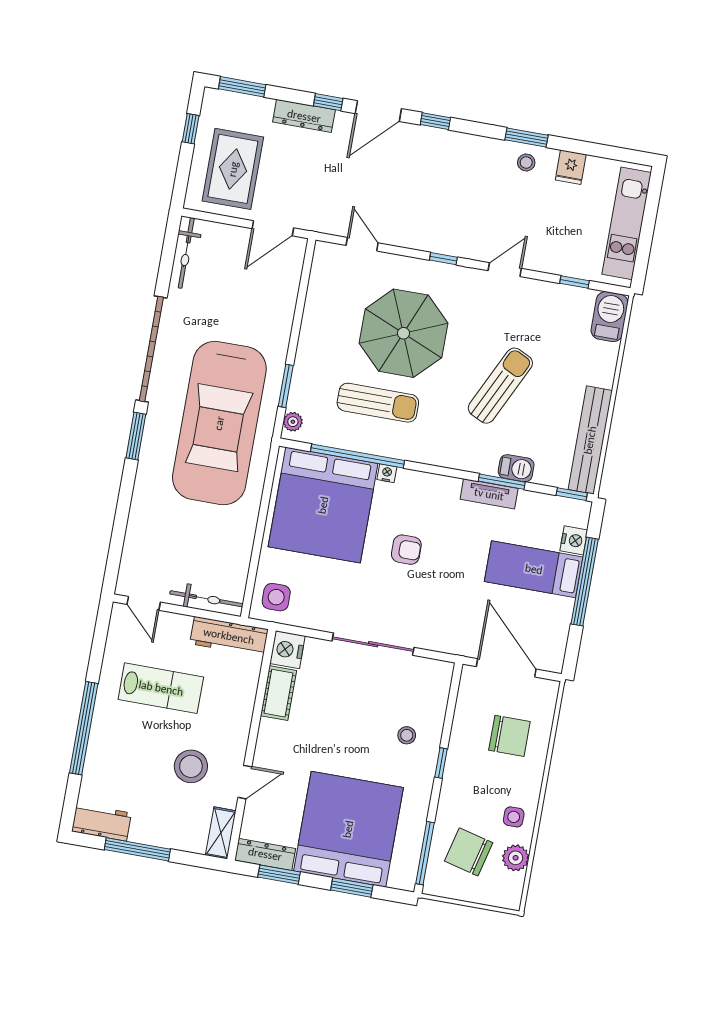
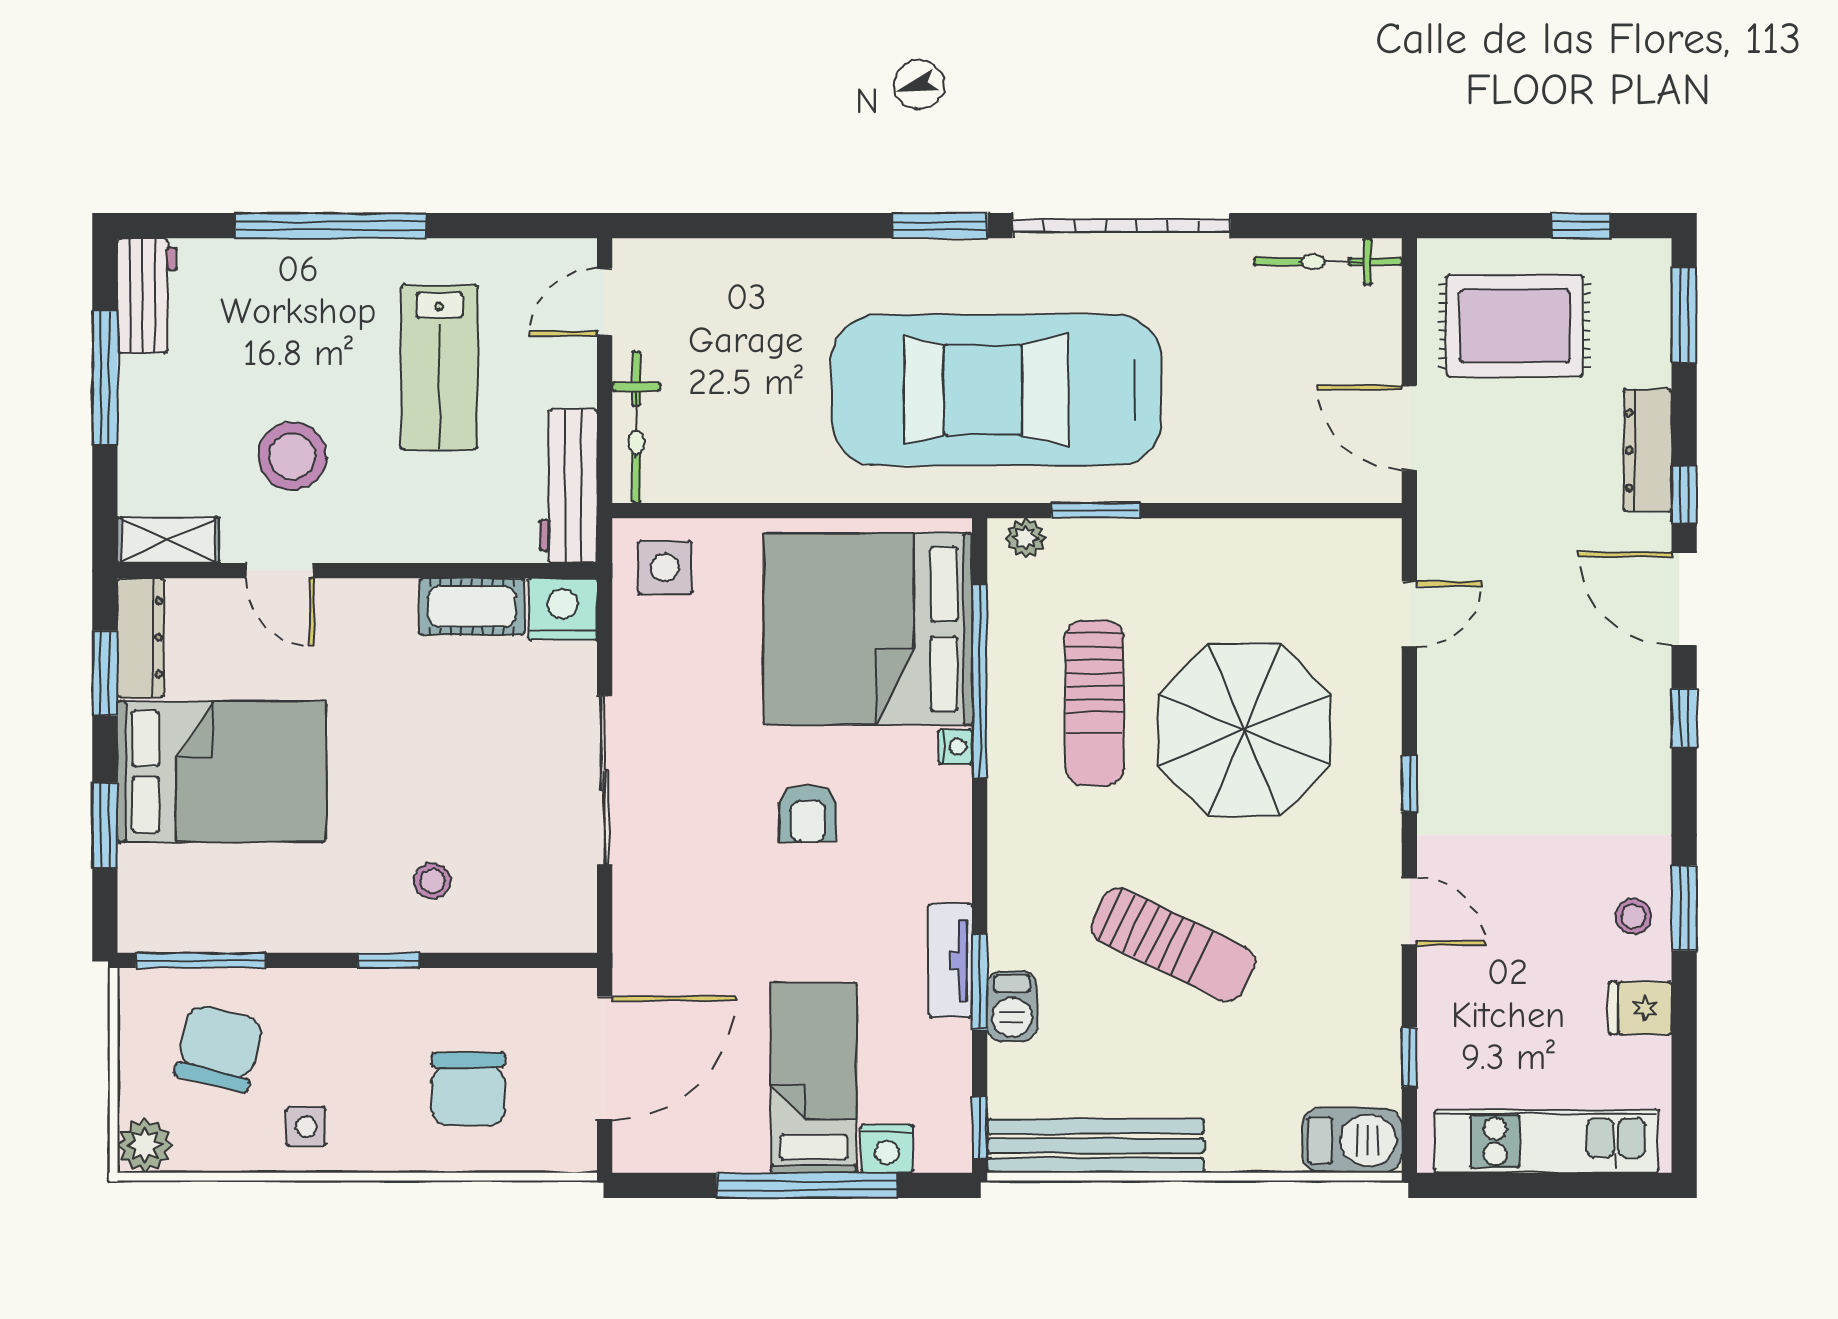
bed: (348, 829) -> (222, 772), width x0.73
plant: (516, 858) -> (145, 1145), moved

